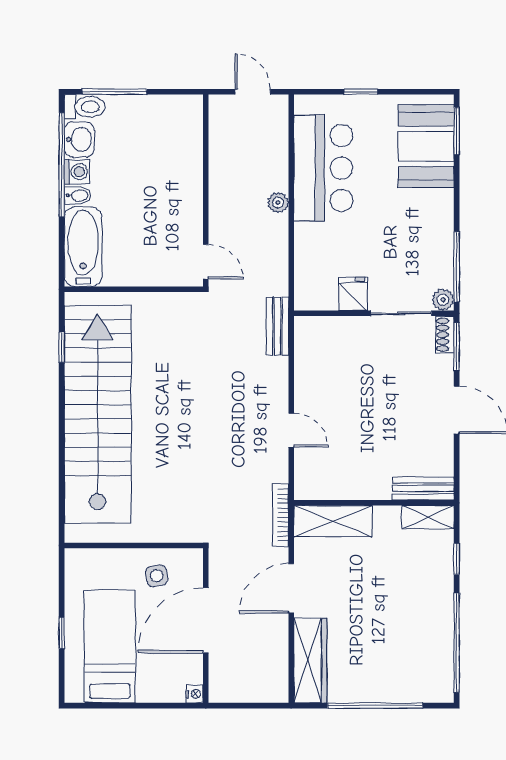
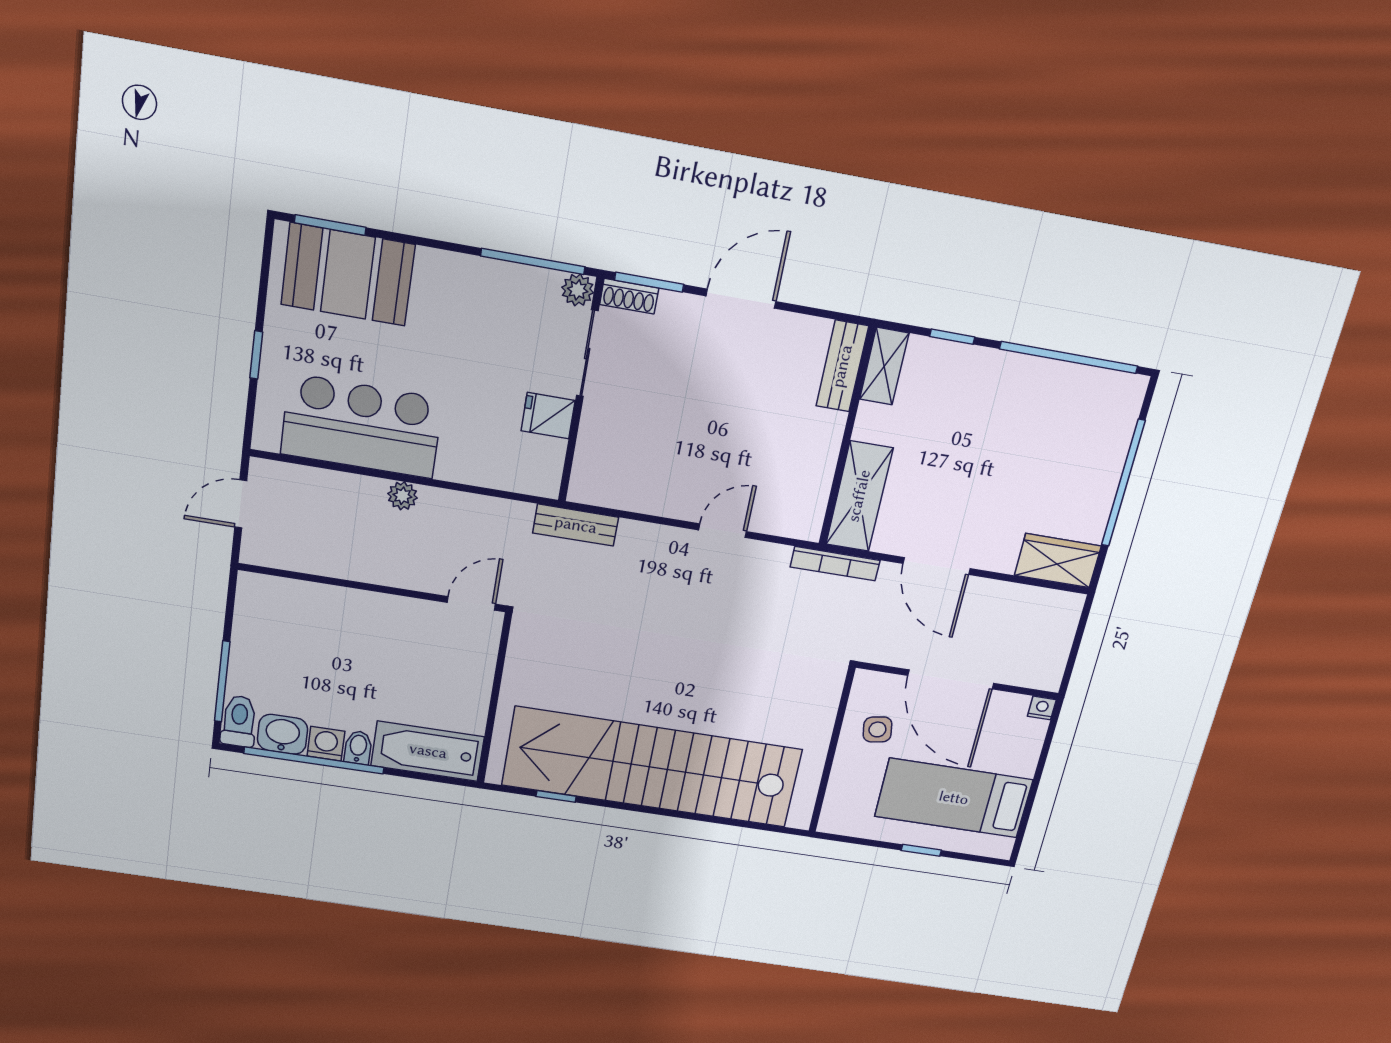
wardrobe: (310, 660) -> (1058, 561), width x0.67

